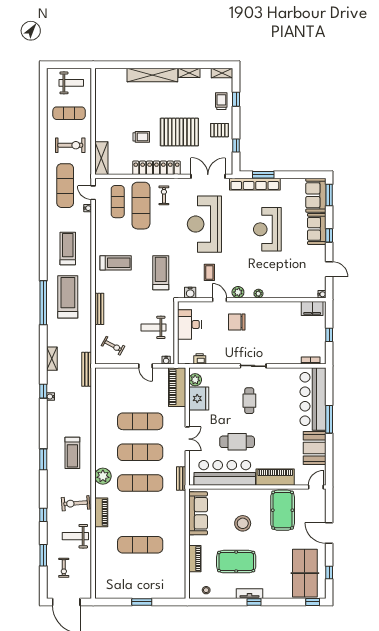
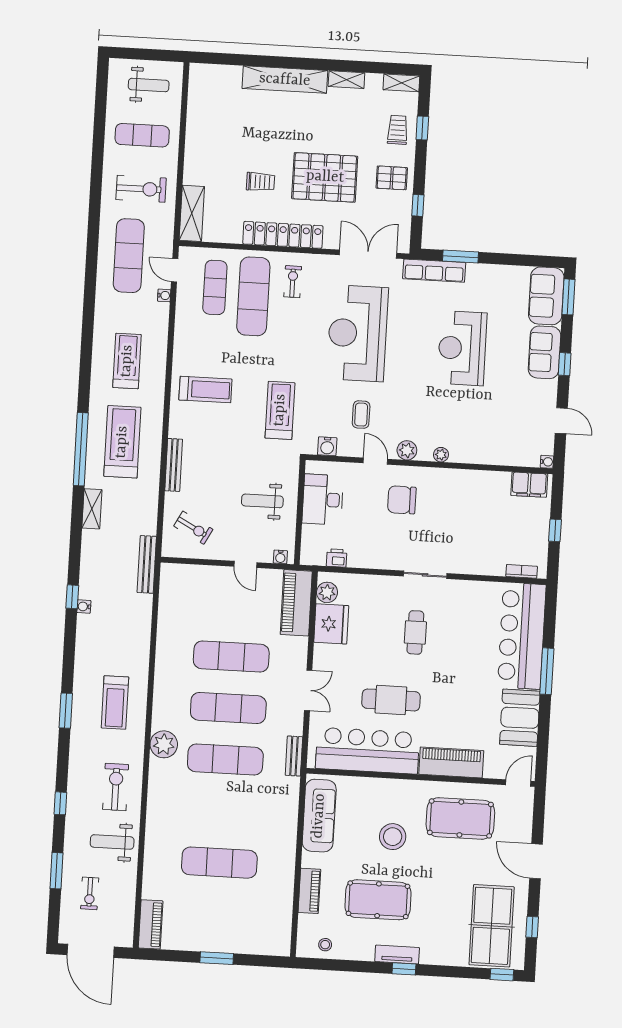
row of seats: (255, 184) -> (434, 271), width x0.73
shelving: (52, 359) -> (92, 509), moved
exercise bike: (76, 503) -> (116, 787), turned 94
pool table: (283, 510) -> (460, 818), turned 90
piano: (101, 512) -> (151, 924), moved

